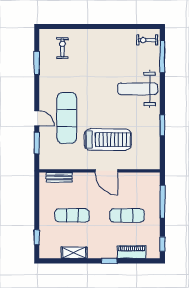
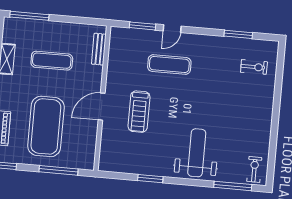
exercise mat: (67, 118) -> (169, 65), width x0.73, depth x0.69
treadmill: (108, 140) -> (139, 112), width x0.73, depth x0.73
exercise mat: (72, 215) -> (52, 61), turned 90
exercise mat: (127, 215) -> (46, 126), width x2.00, depth x1.45
window: (37, 237) -> (29, 16), width x2.17

